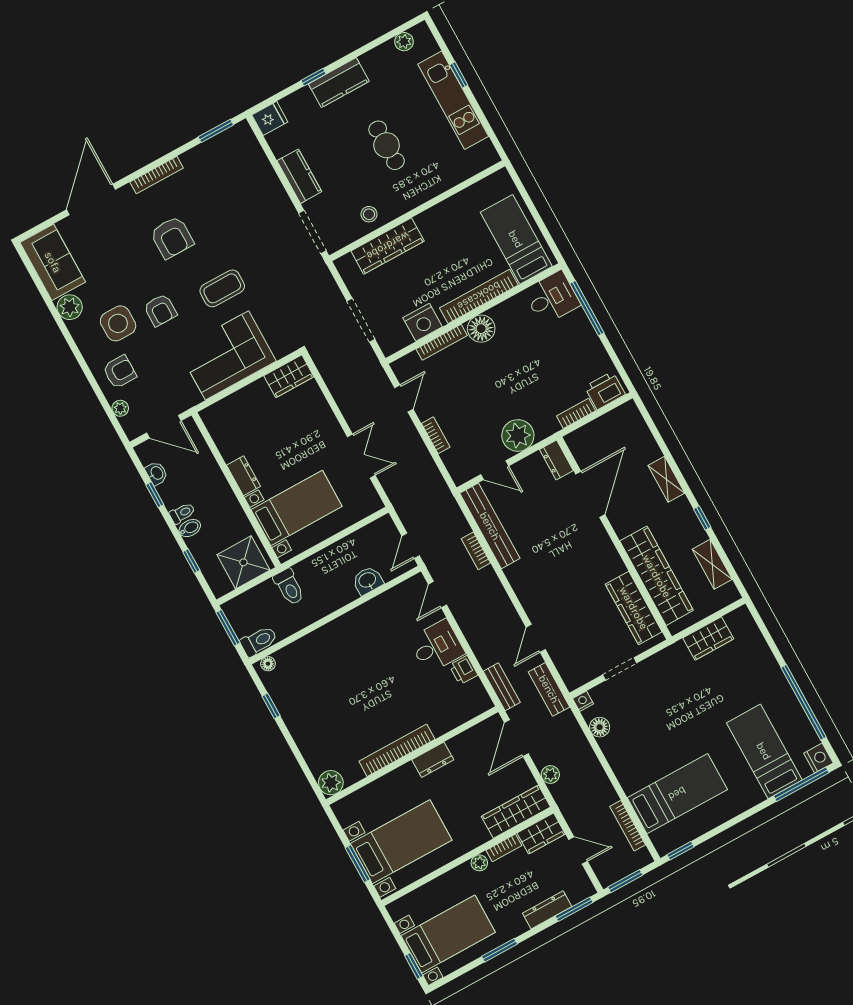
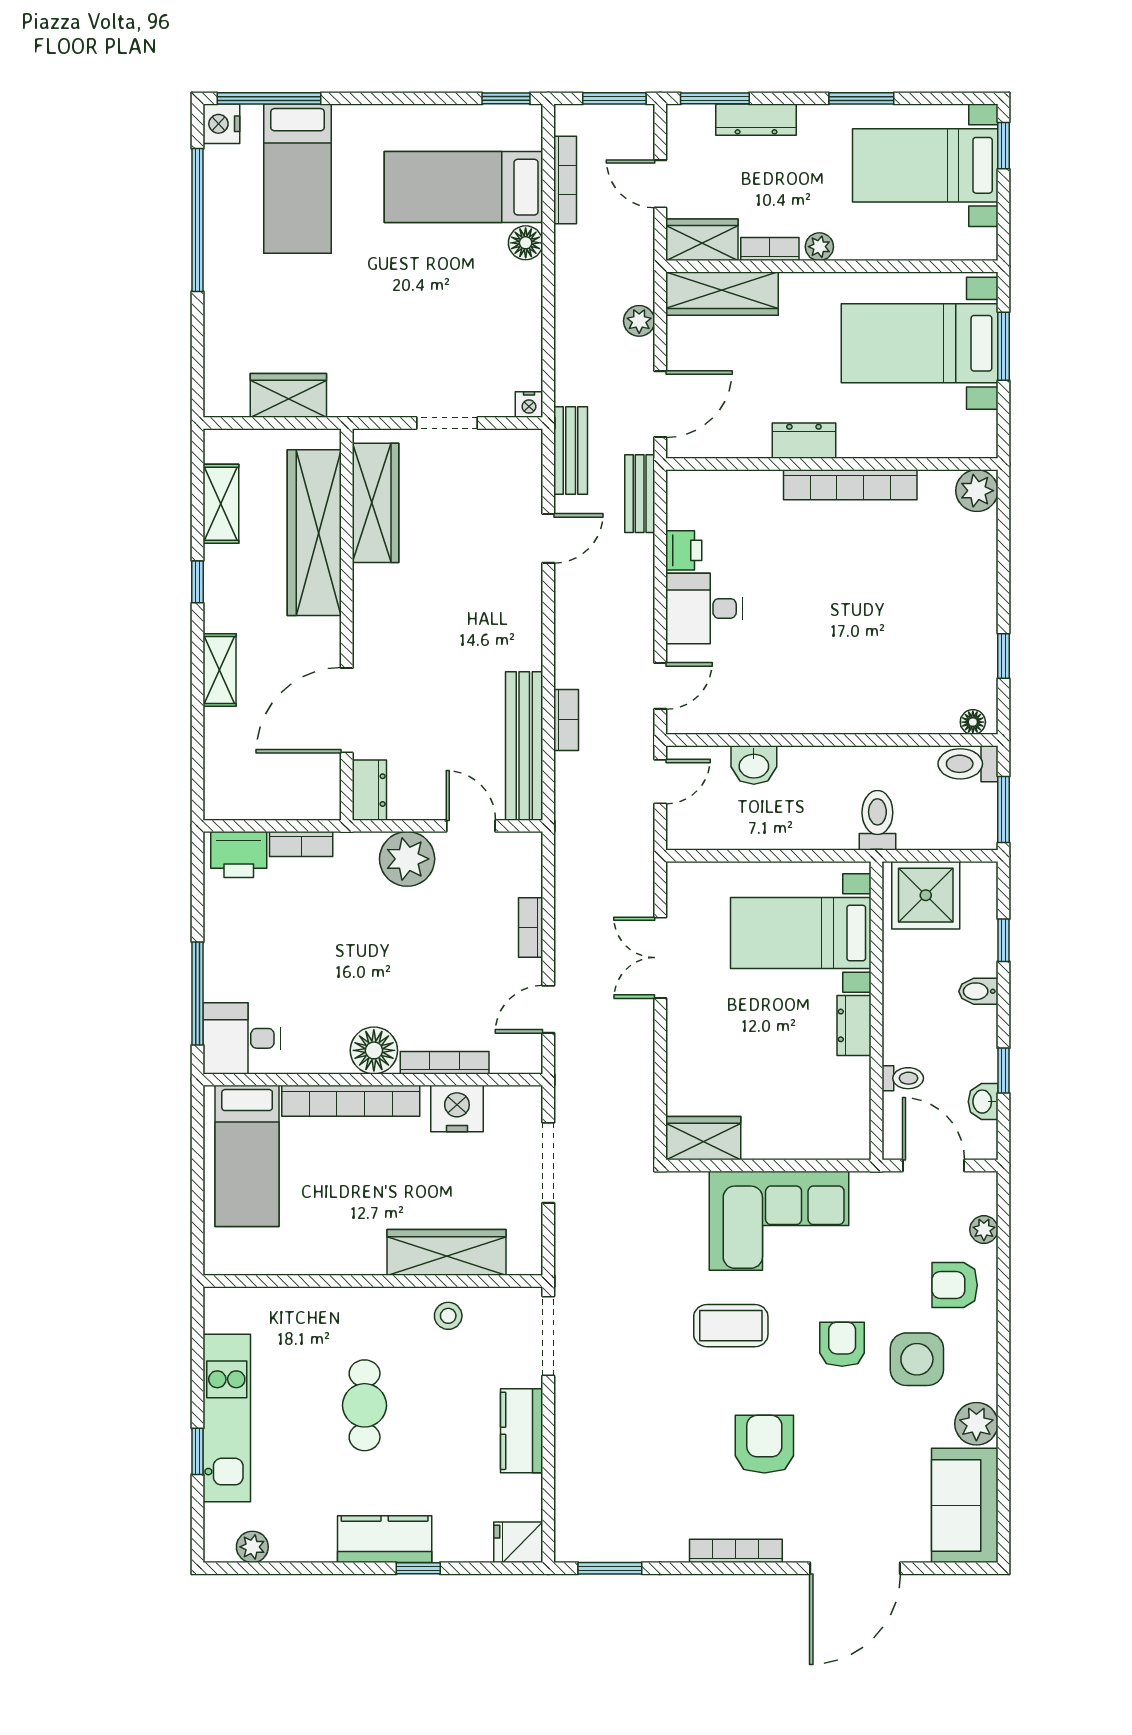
toilet: (182, 513) -> (903, 1078), moved, turned 180
floor lamp: (600, 727) -> (526, 243), moved

